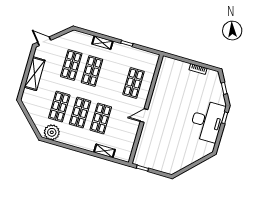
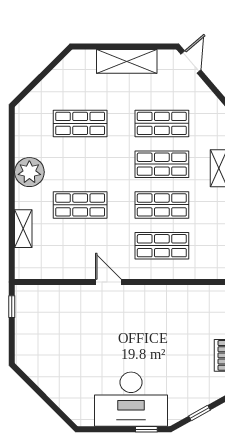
shop shelf: (80, 113) -> (162, 205), moved
plant: (52, 132) -> (29, 172), moved

